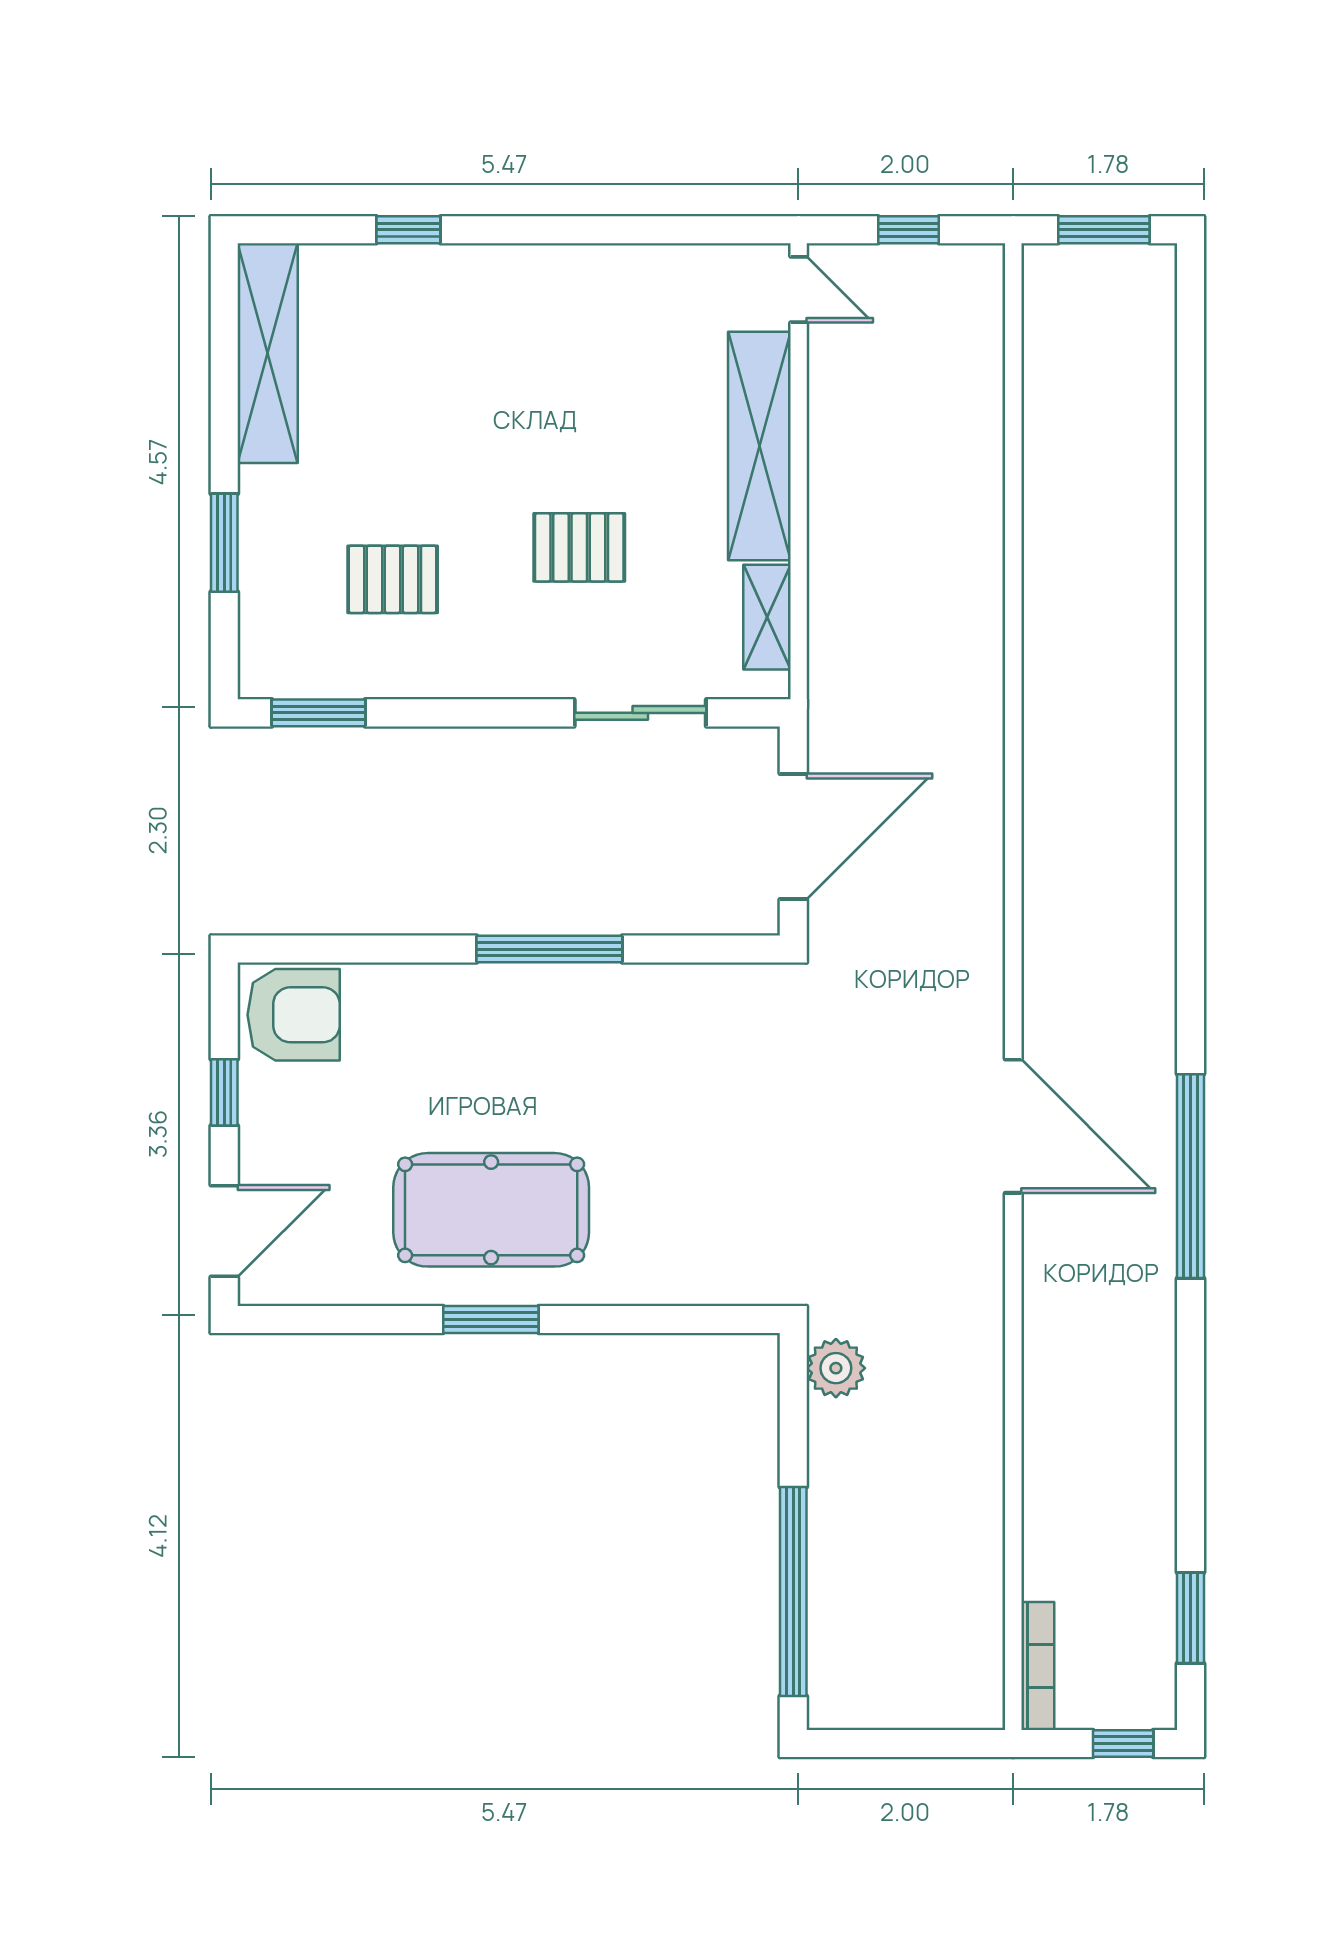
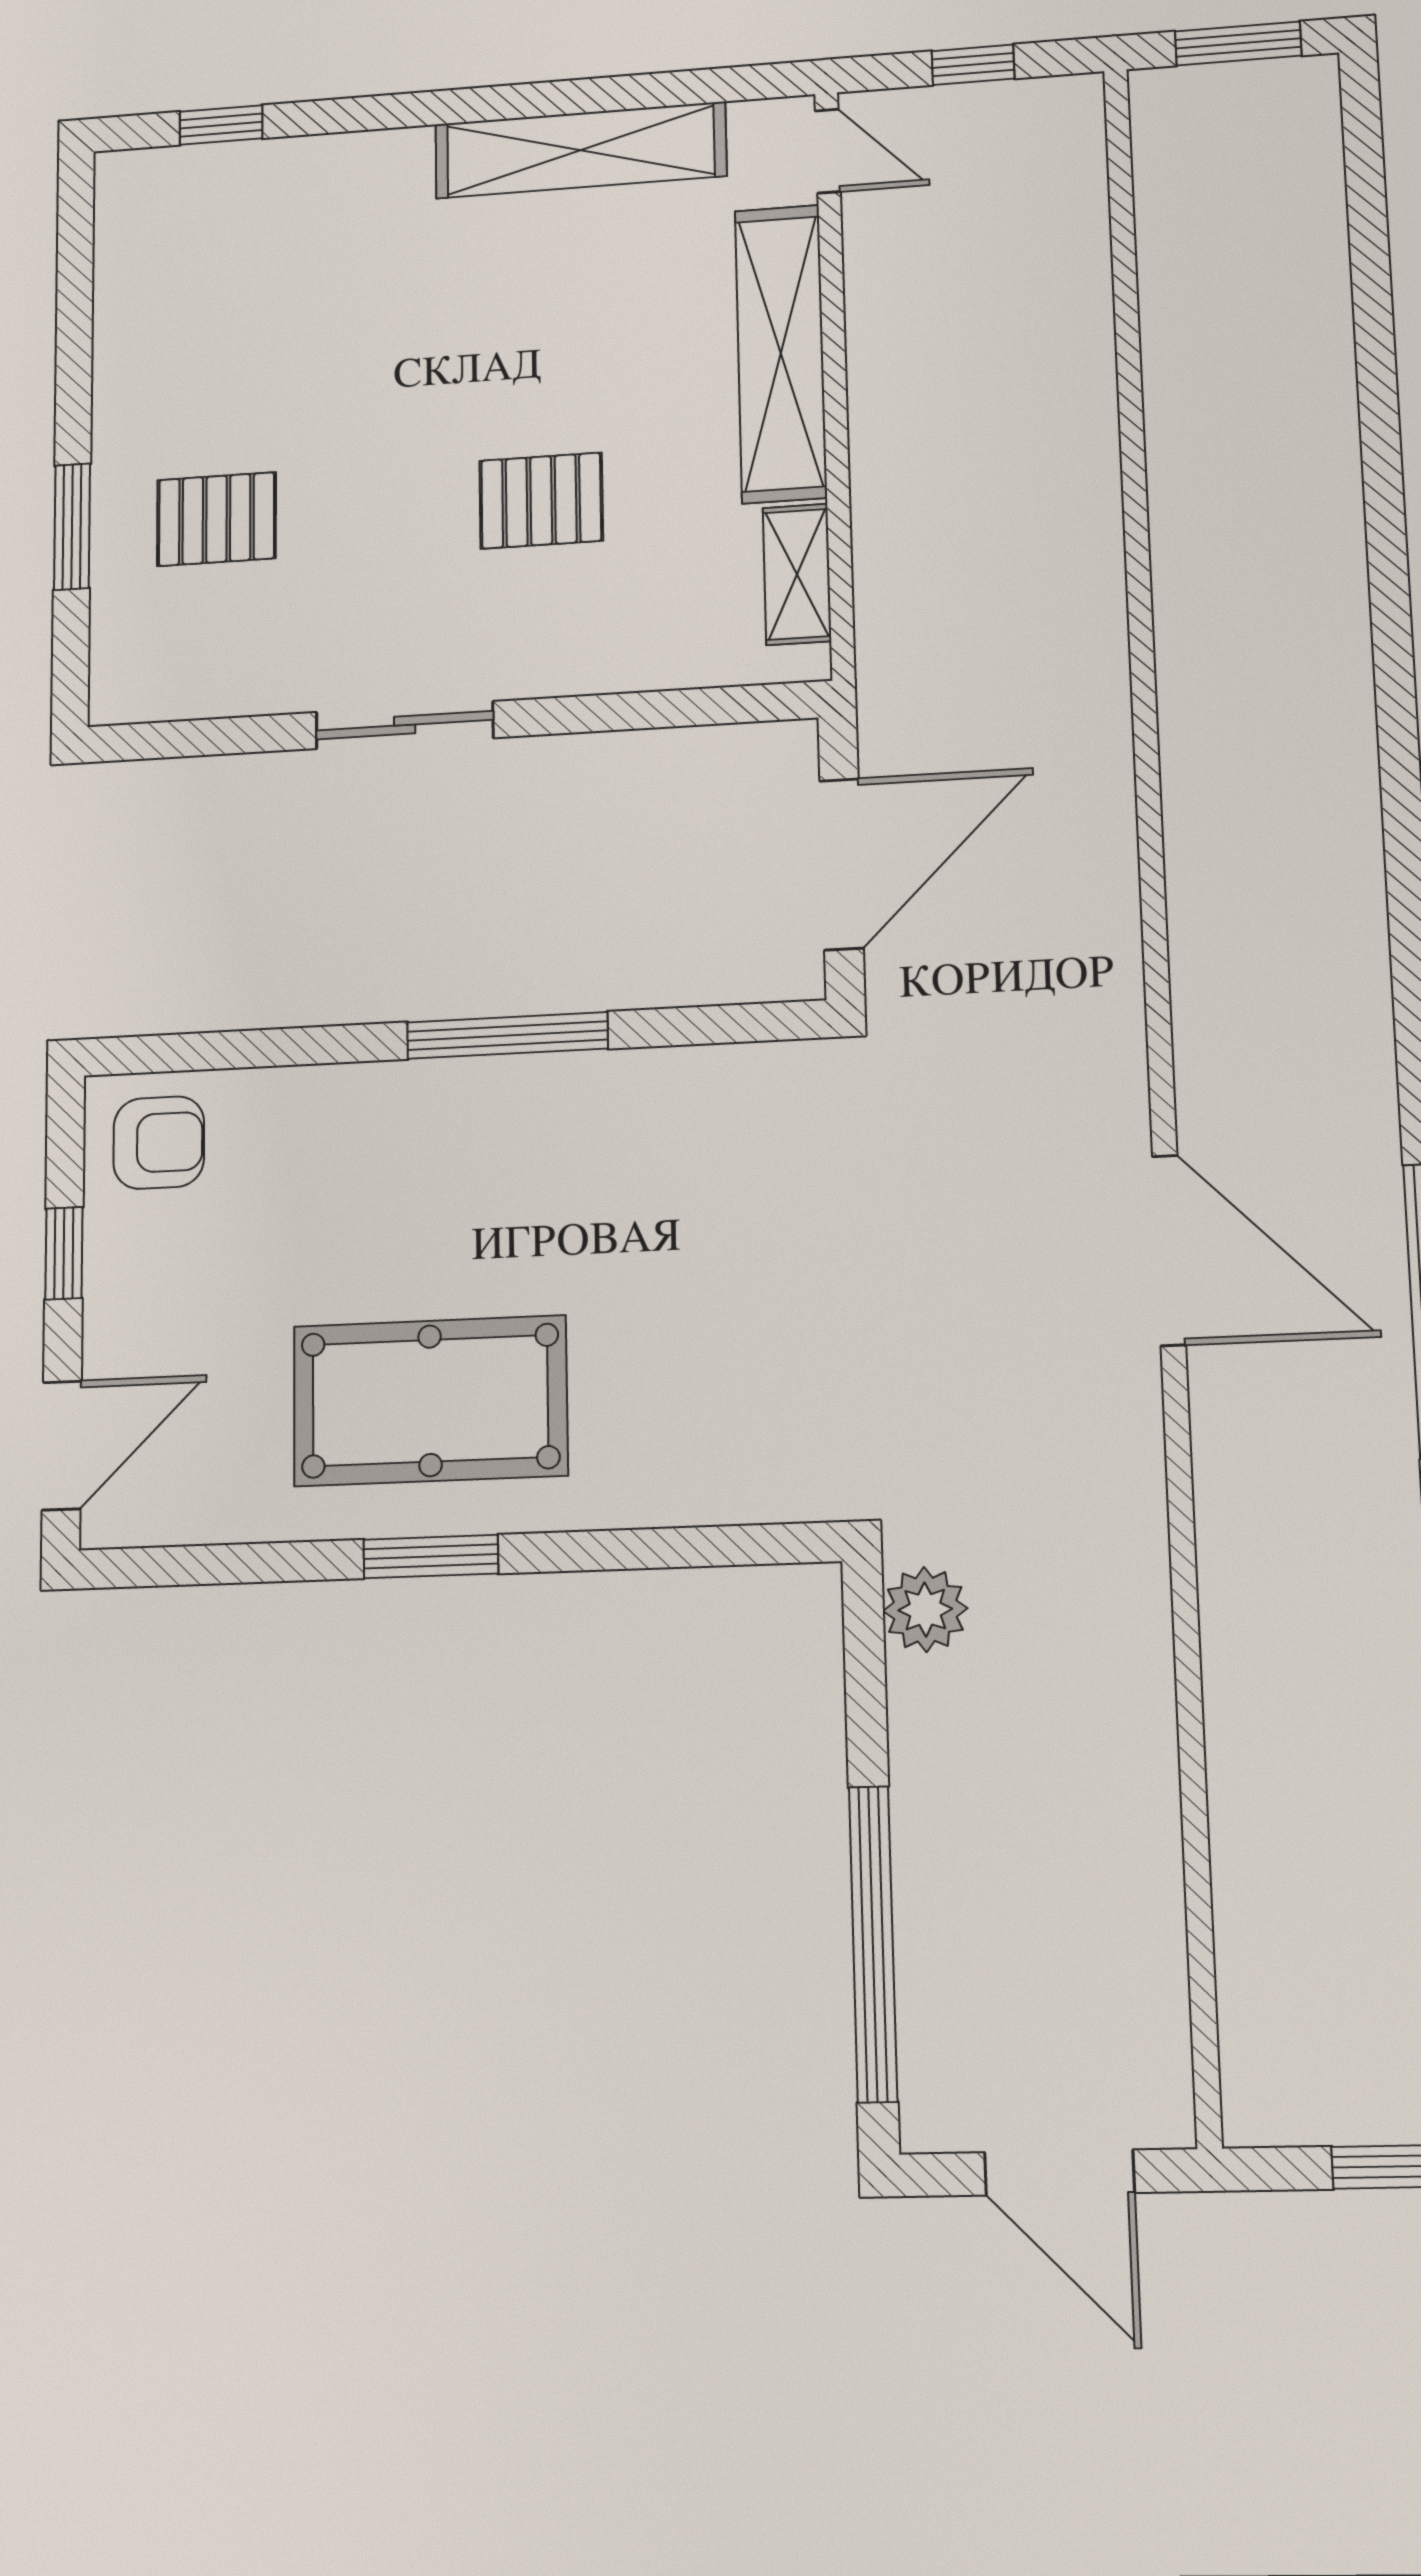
window: (408, 230) -> (221, 125), moved
shelving: (268, 353) -> (580, 150), moved, turned 90
pallet: (393, 579) -> (216, 519), moved
window: (318, 713) -> (194, 738), removed
sliding door: (640, 713) -> (405, 725), moved
armchair: (294, 1015) -> (159, 1143), width x0.72, depth x0.72
bookcase: (1038, 1666) -> (1242, 2049), removed
door: (913, 1744) -> (1059, 2173), added

